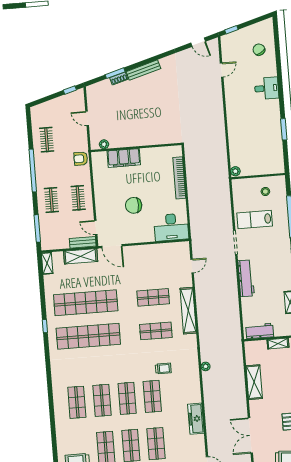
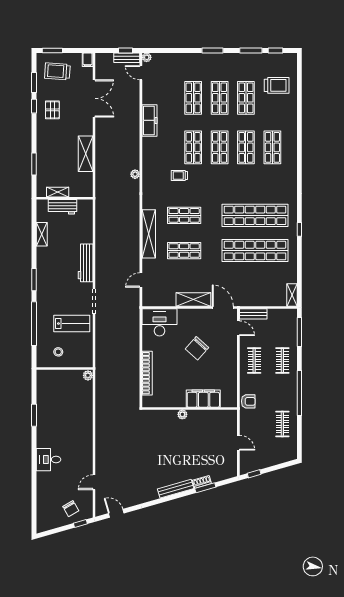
chair: (259, 50) -> (71, 509), moved
plant: (104, 144) -> (182, 414), moved
chair: (134, 205) -> (197, 348), turned 132
shelving: (81, 256) -> (193, 299), moved
workbench: (260, 331) -> (63, 207), moved

